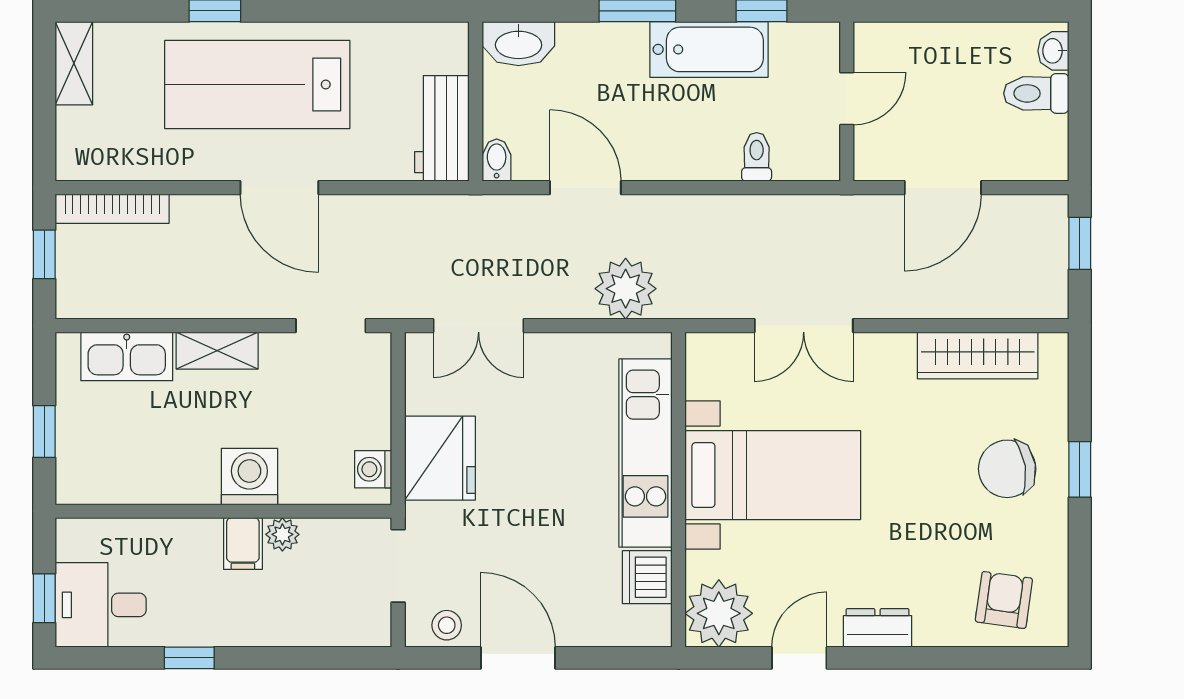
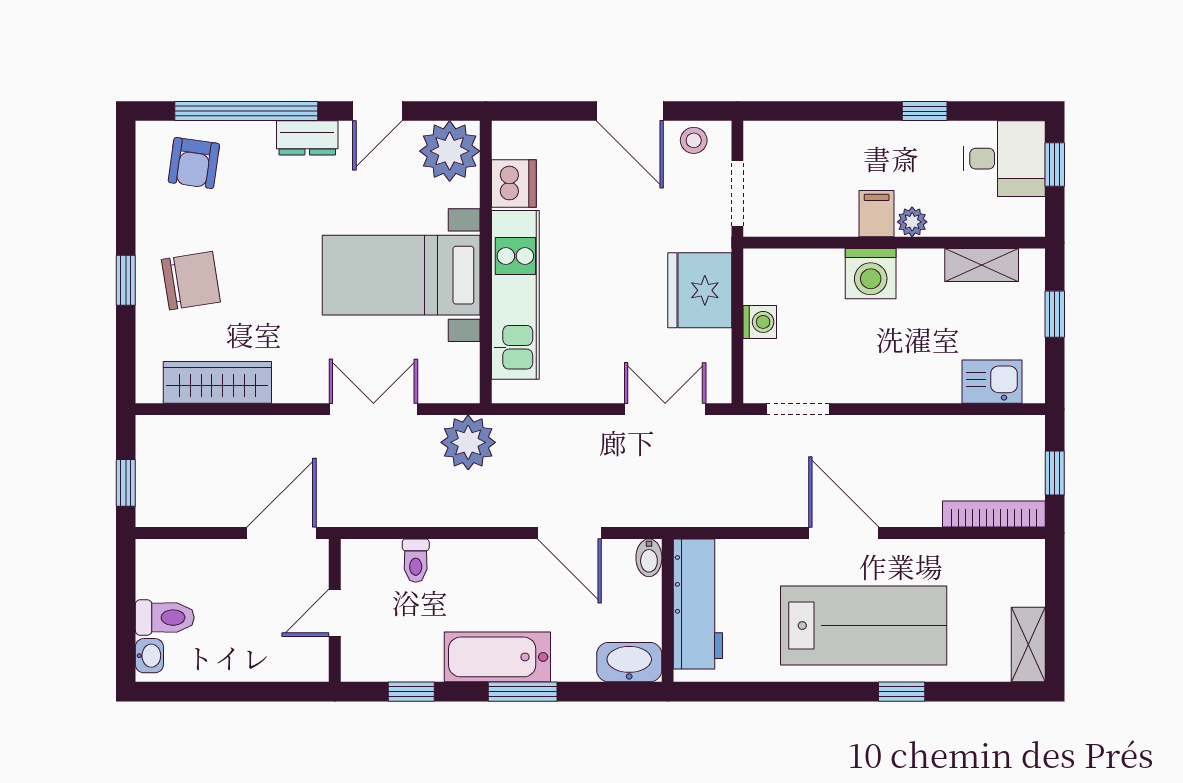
bathtub: (709, 49) -> (497, 657), moved
workbench: (442, 128) -> (698, 604), width x1.38
door: (943, 188) -> (281, 533), moved
plant: (626, 289) -> (468, 442), moved
shelving: (217, 351) -> (982, 265), moved
kitchen sink: (127, 356) -> (992, 382), width x0.73
washing machine: (373, 469) -> (760, 322), moved
plant: (282, 534) -> (912, 222), moved
window: (945, 658) -> (246, 111), added

